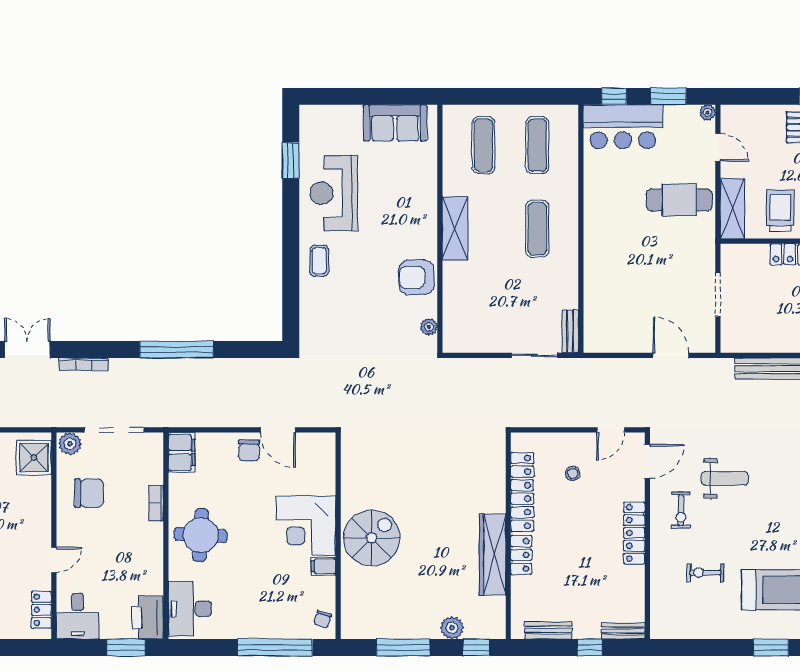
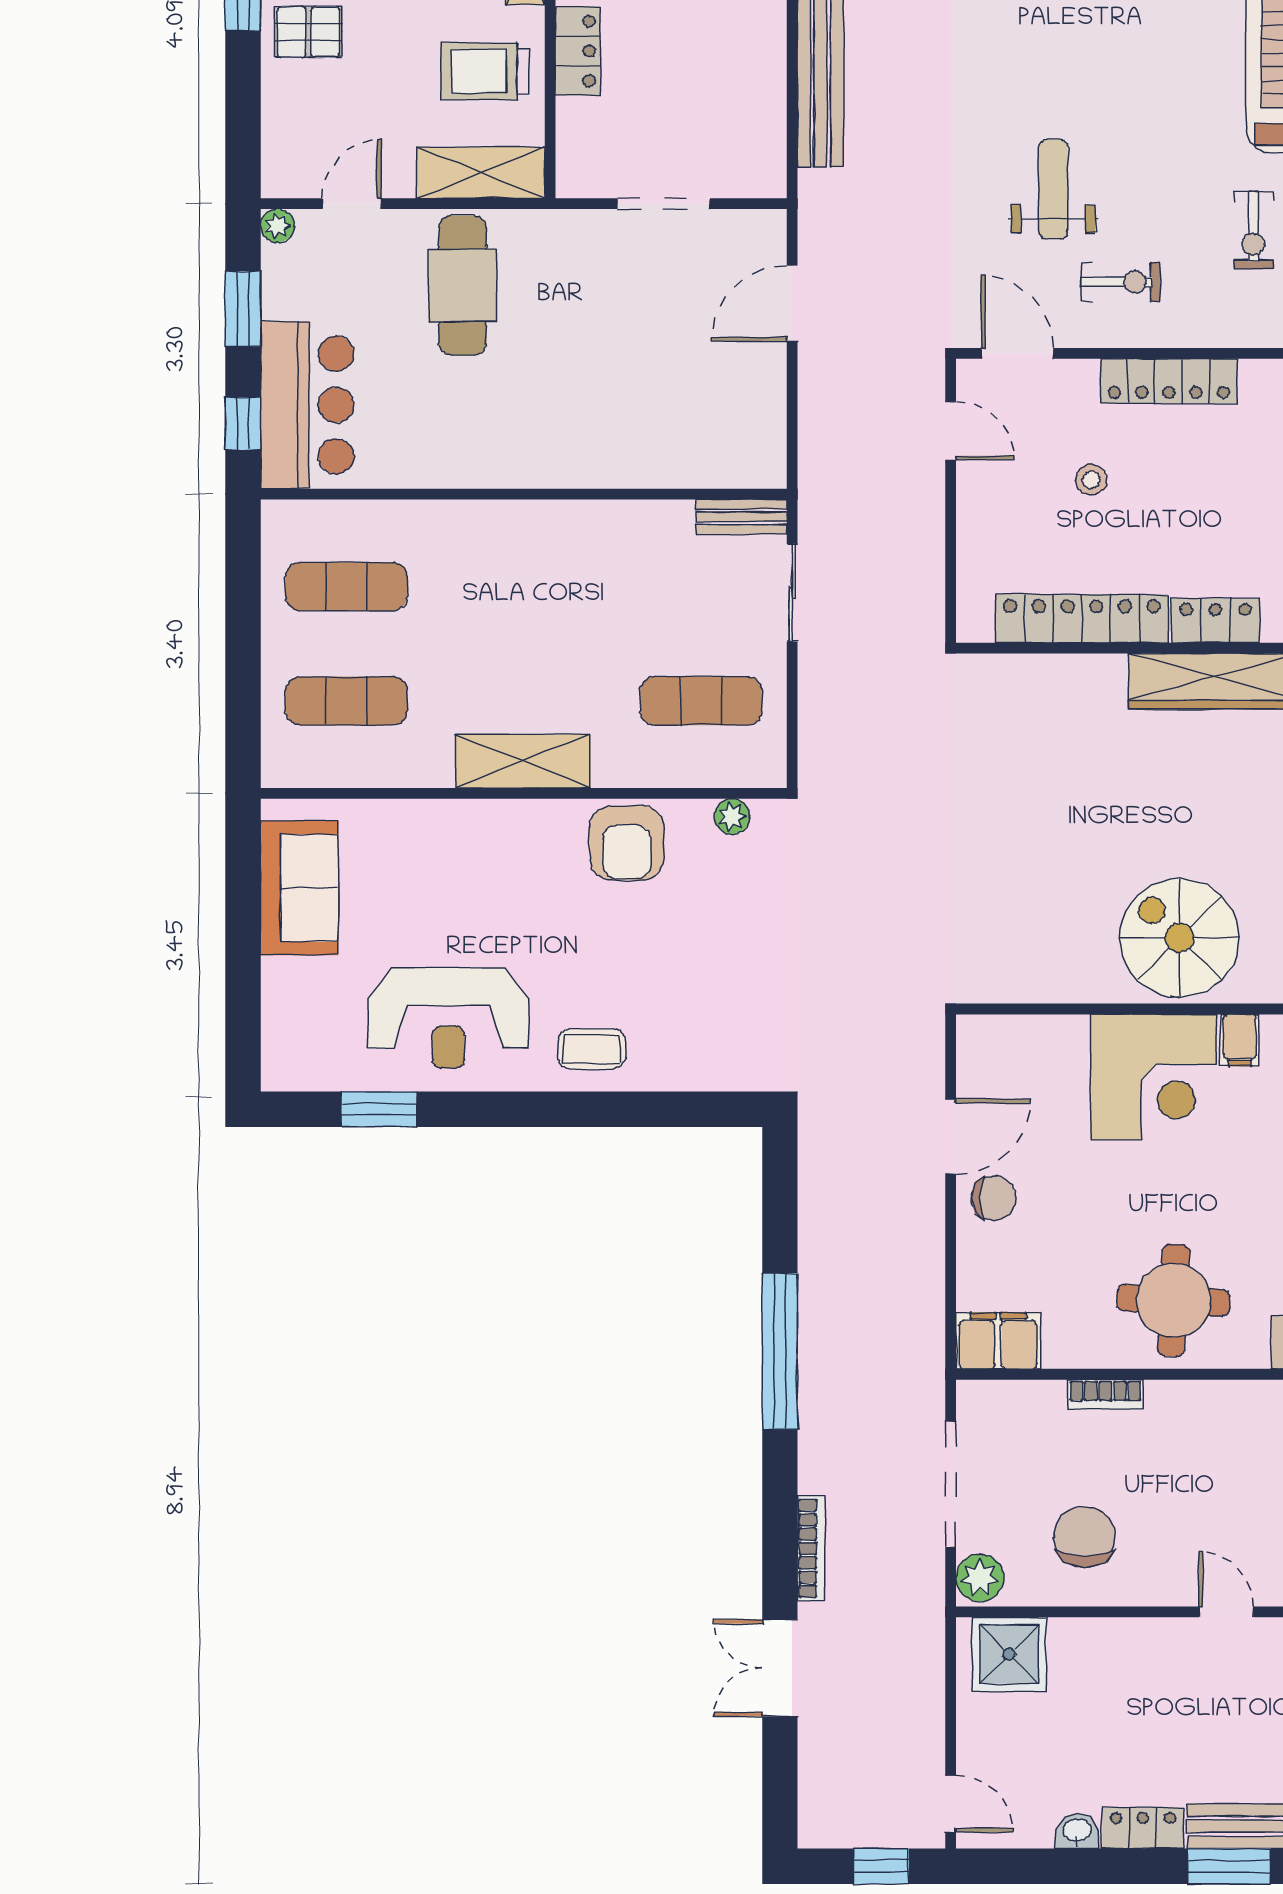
exercise mat: (537, 229) -> (701, 701), moved
stool: (573, 473) -> (1091, 480), moved

